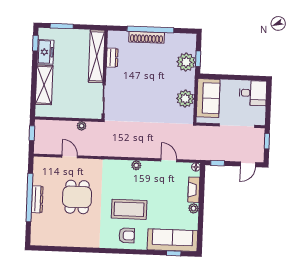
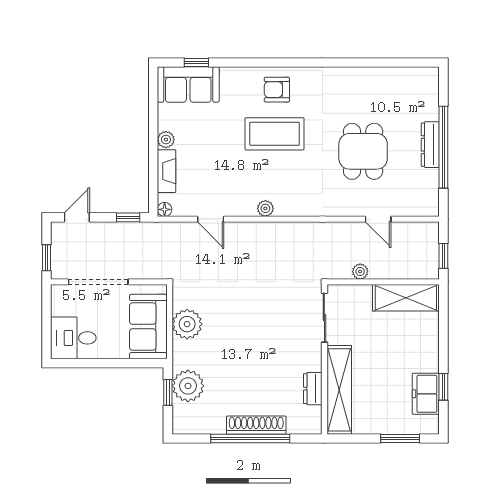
window: (35, 43) -> (443, 387), moved
shelving: (44, 85) -> (406, 298), moved, turned 90
sofa: (172, 240) -> (188, 85), width x0.73

